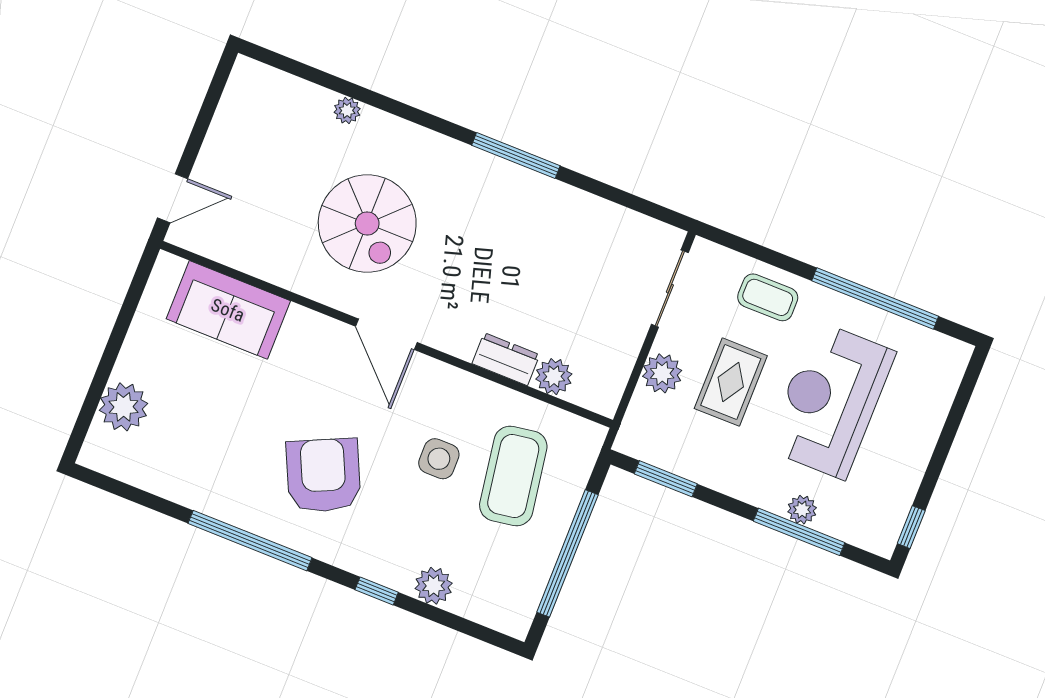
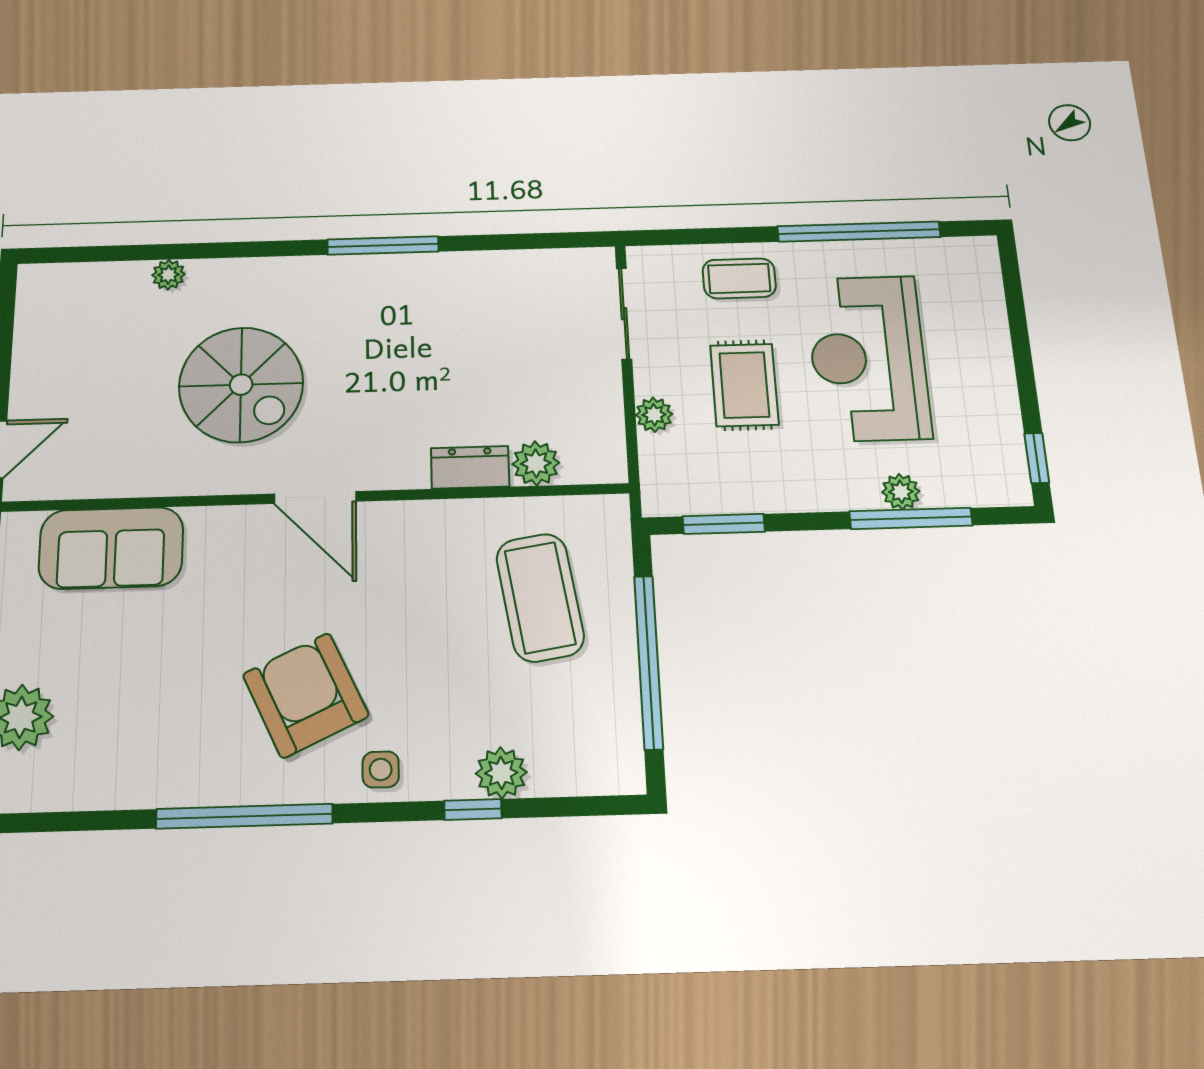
plant: (662, 373) -> (654, 415), width x0.73, depth x0.73
side table: (439, 459) -> (381, 769), moved, width x0.73, depth x0.73
window: (377, 591) -> (473, 809), moved

